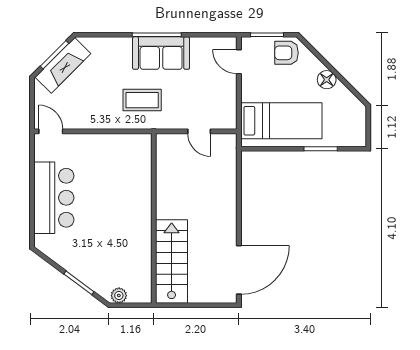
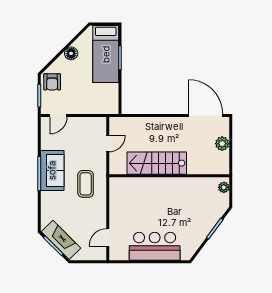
bed: (281, 121) -> (106, 54), moved, turned 180
door: (51, 131) -> (108, 237), moved
stairs: (172, 261) -> (157, 163), moved
plant: (199, 293) -> (222, 144), added
plant: (119, 295) -> (224, 187), moved

